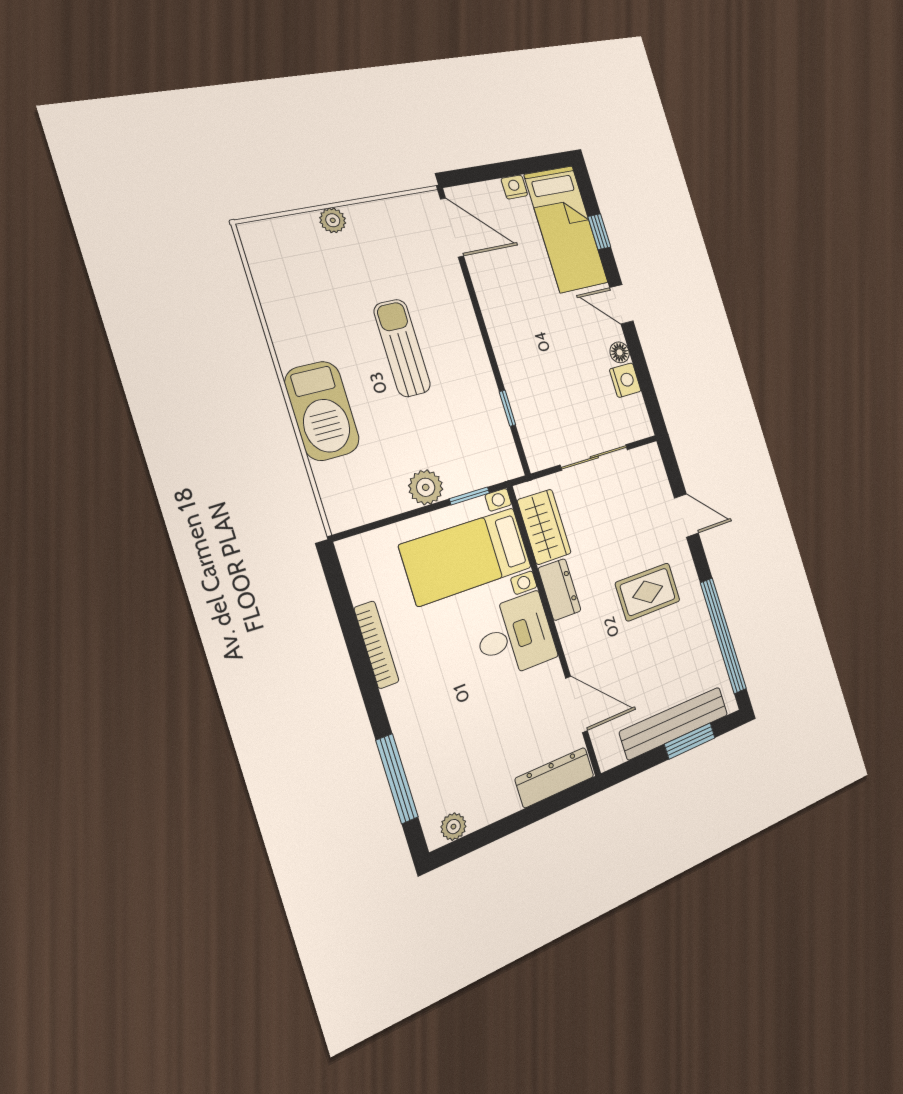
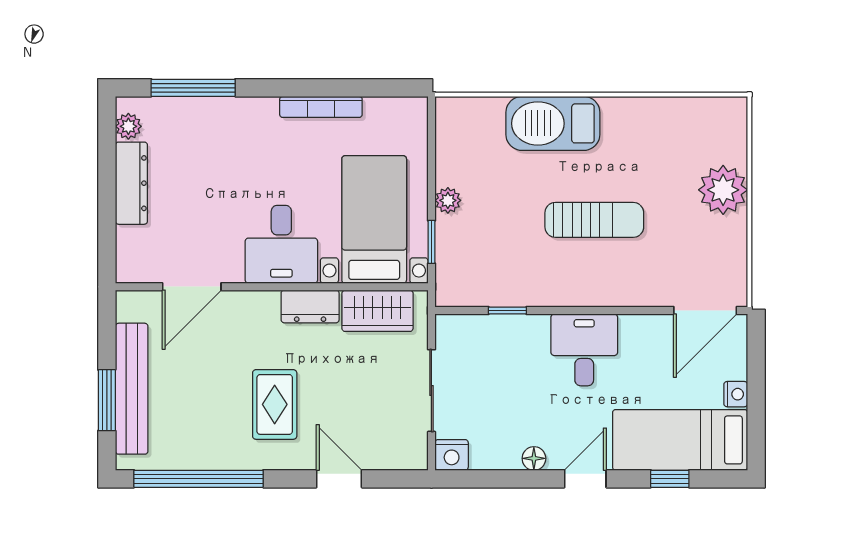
plant: (333, 220) -> (723, 190), width x1.87, depth x1.87
desk: (519, 330) -> (584, 350), added
nightstand: (625, 380) -> (452, 455), moved
plant: (426, 487) -> (448, 200), width x0.73, depth x0.73
door: (686, 515) -> (339, 479), swing flipped
dresser: (555, 777) -> (131, 183), moved

